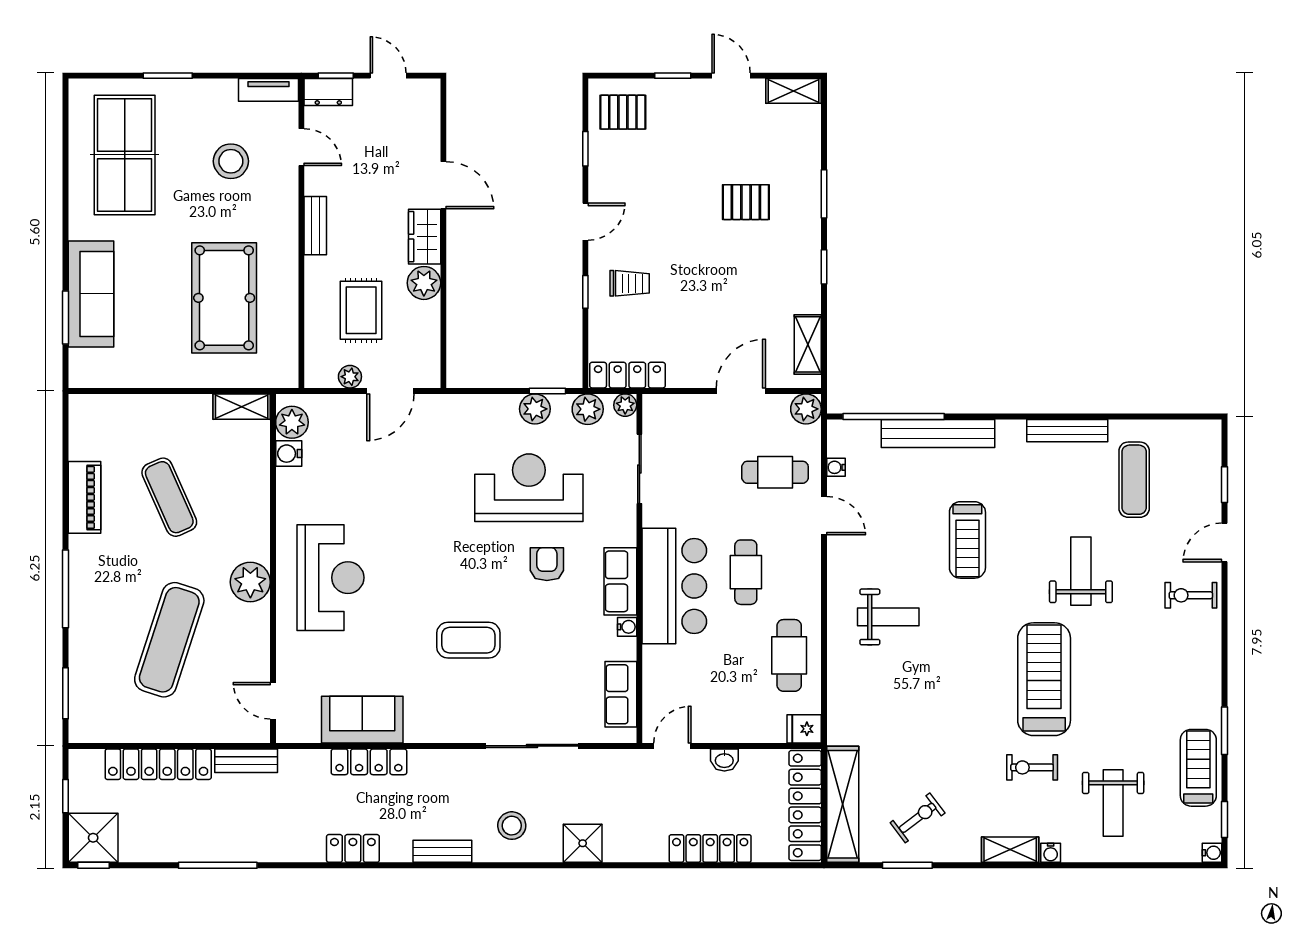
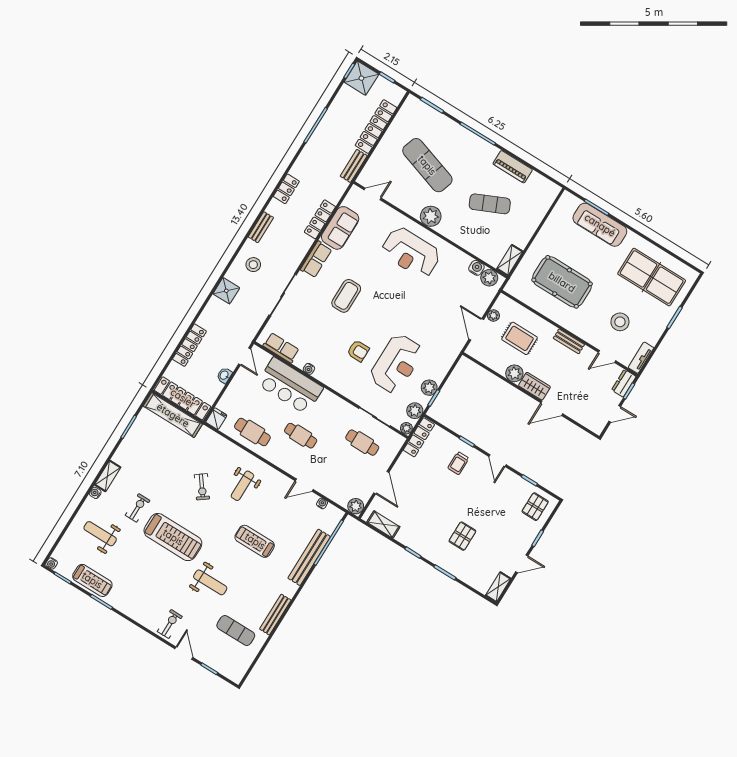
cafe table: (775, 472) -> (362, 443), moved, turned 90
row of seats: (620, 581) -> (316, 259), moved, turned 90
bar counter: (674, 586) -> (290, 386), moved
exercise bike: (918, 818) -> (202, 487), moved

